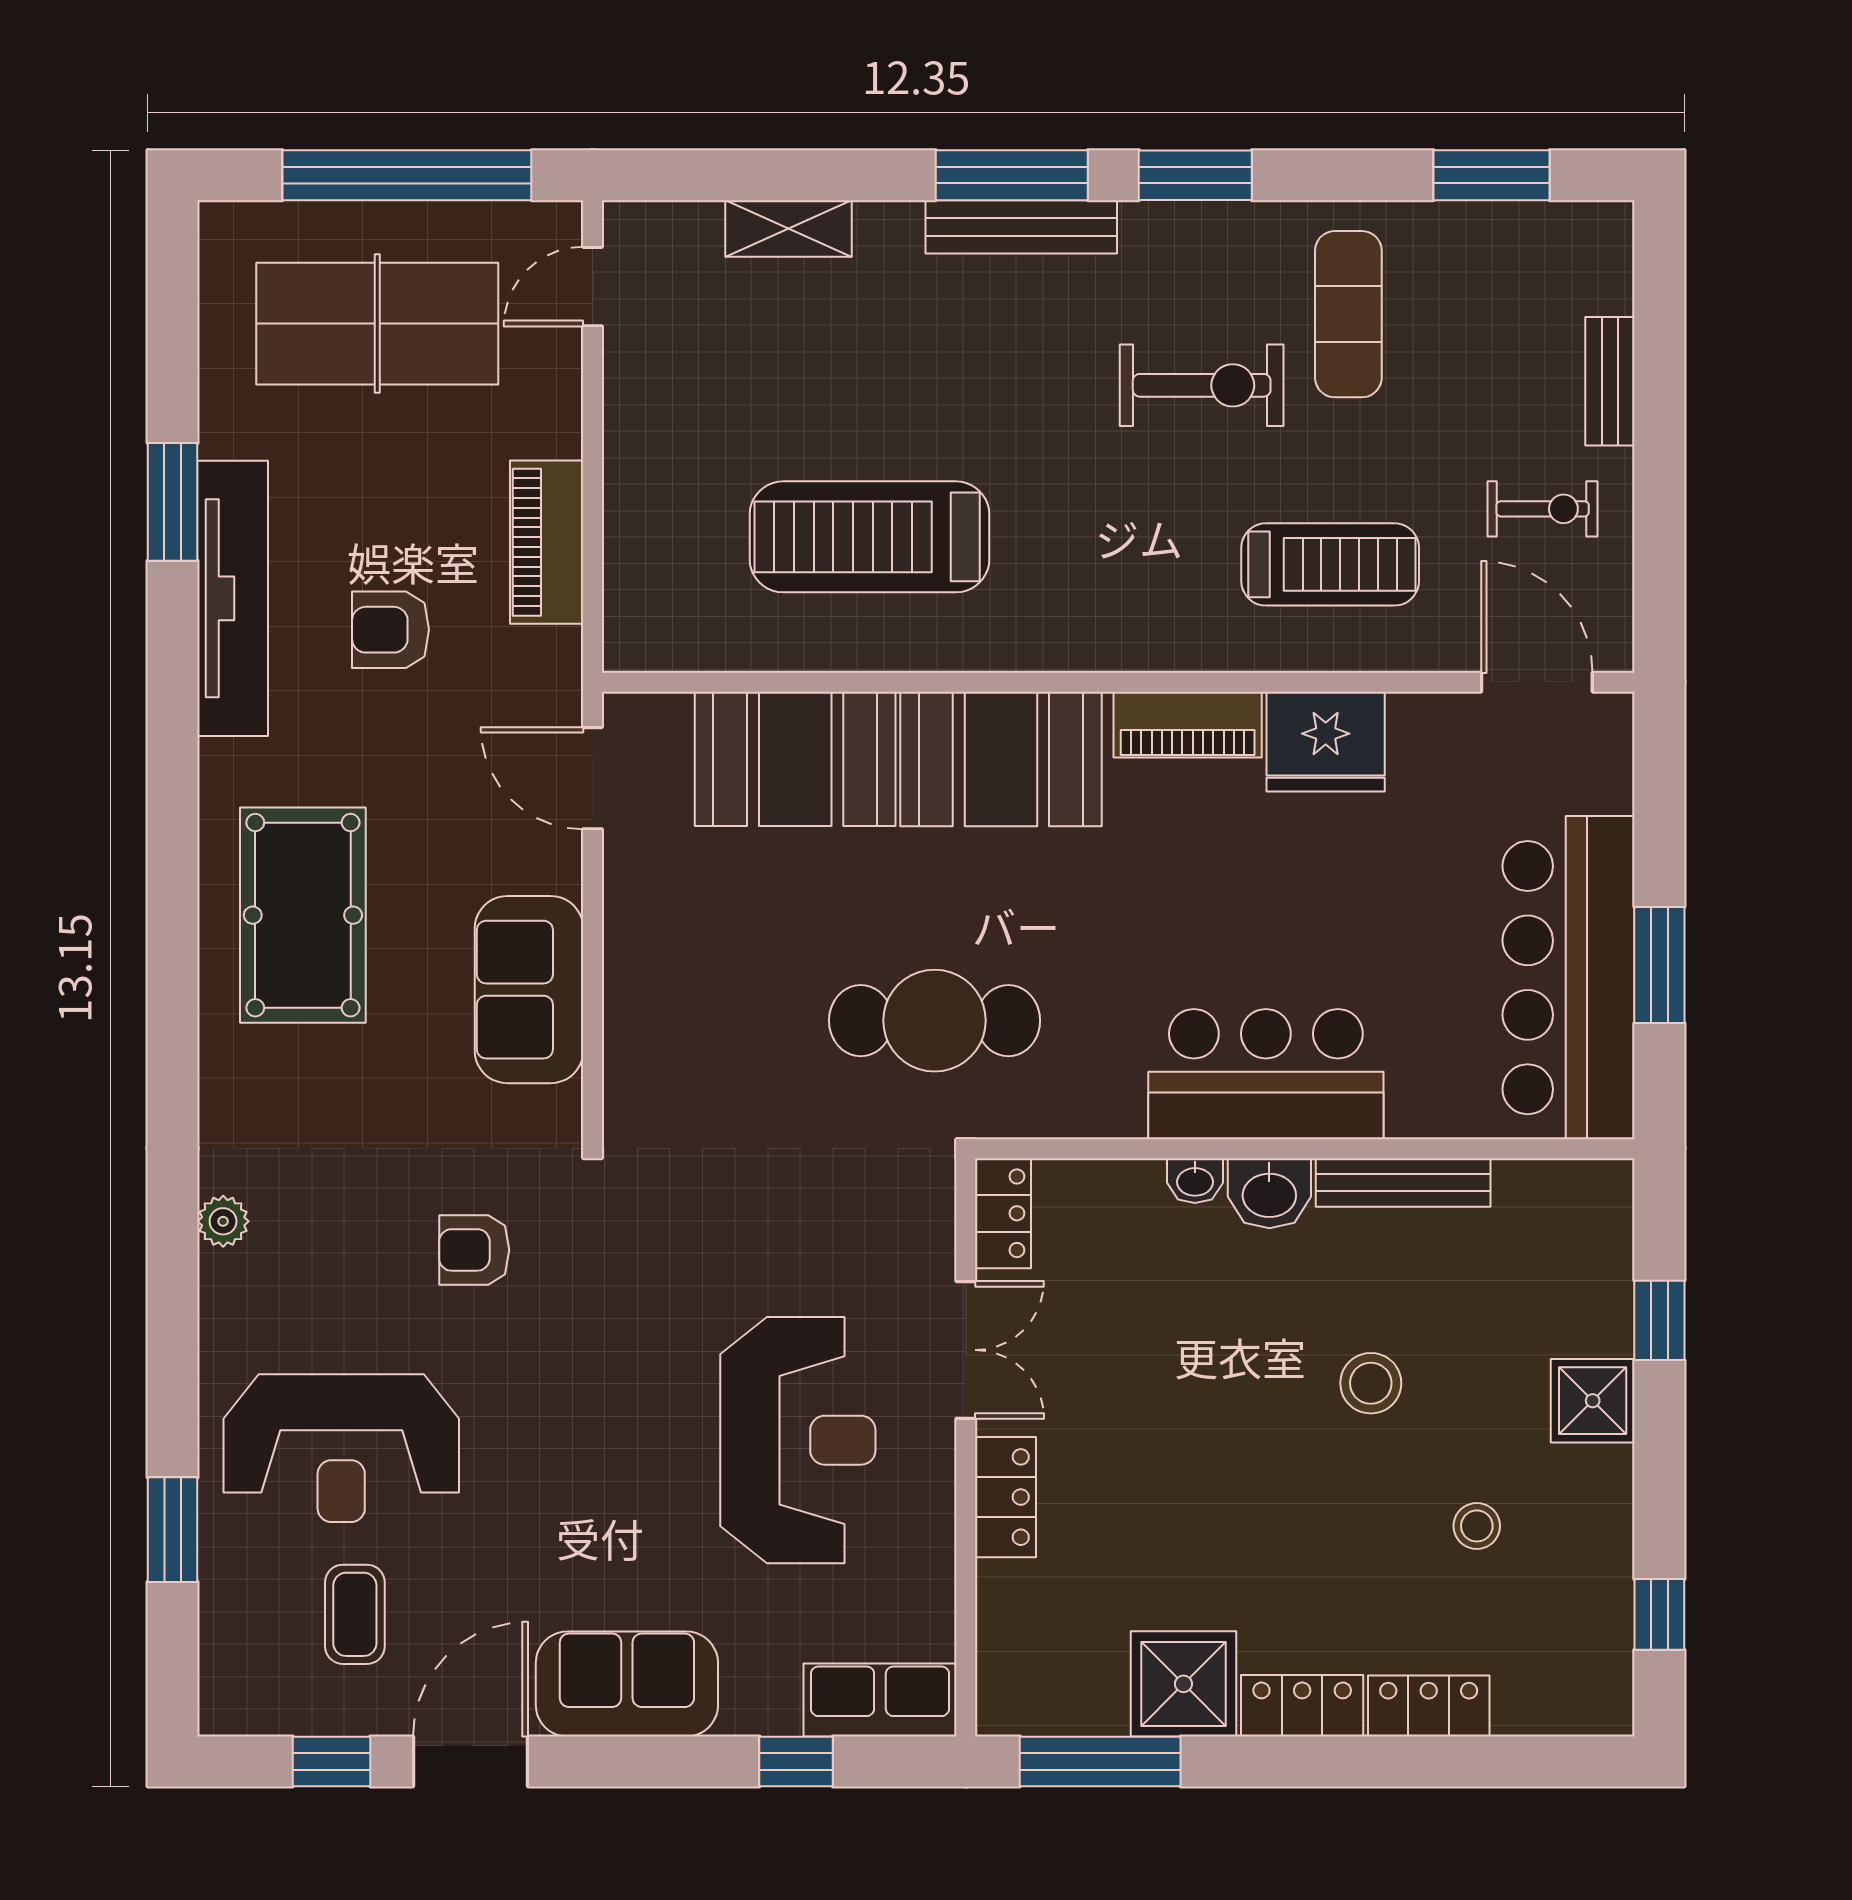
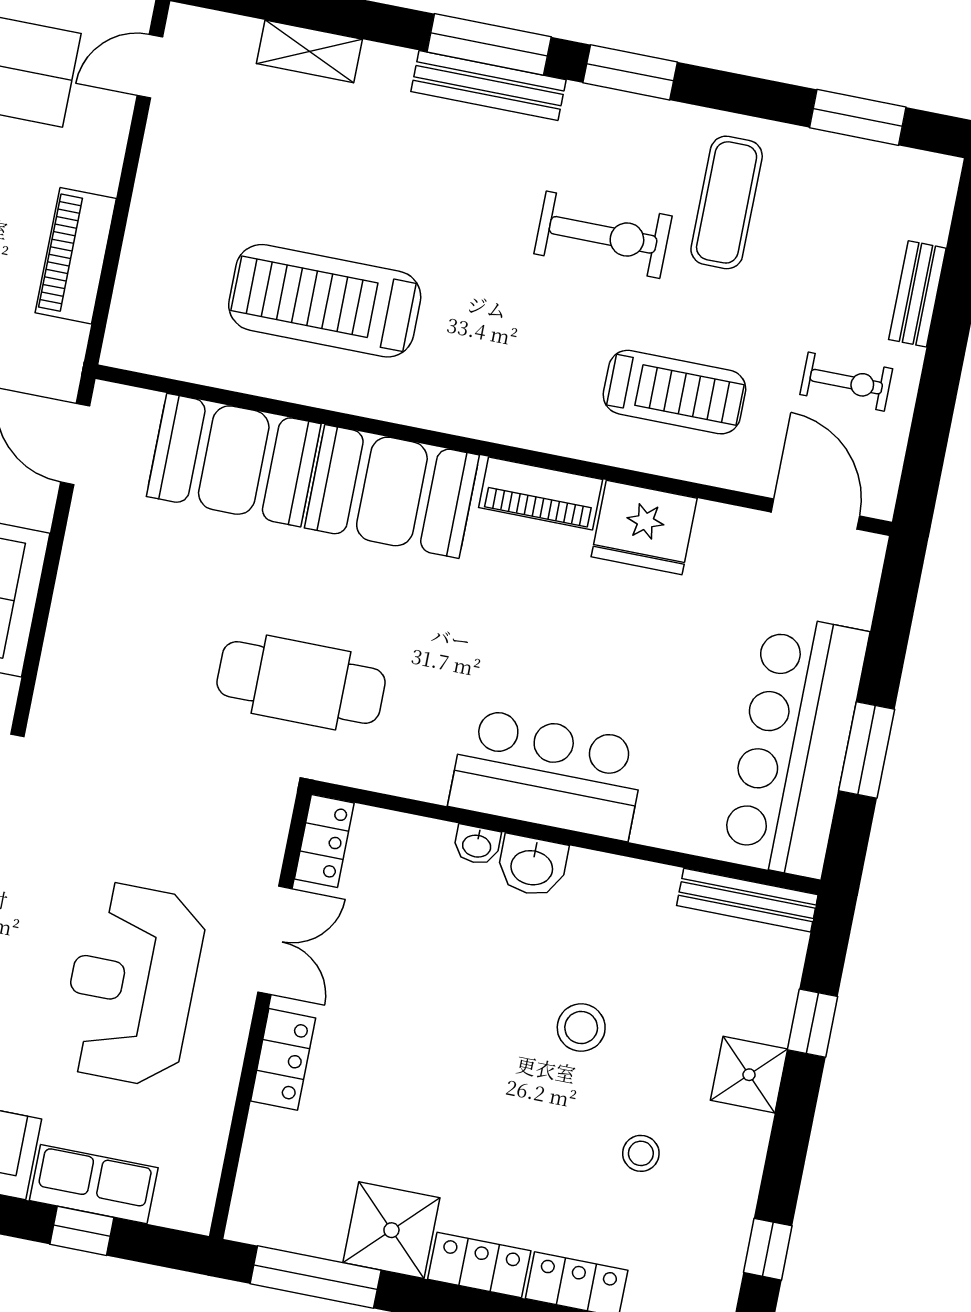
bench: (1403, 1183) -> (747, 900), moved
reception desk: (798, 1440) -> (132, 984), turned 180
row of seats: (880, 1700) -> (94, 1184), moved

